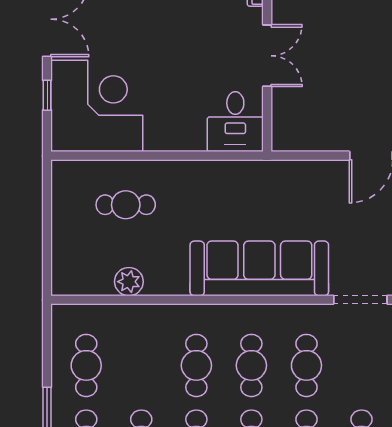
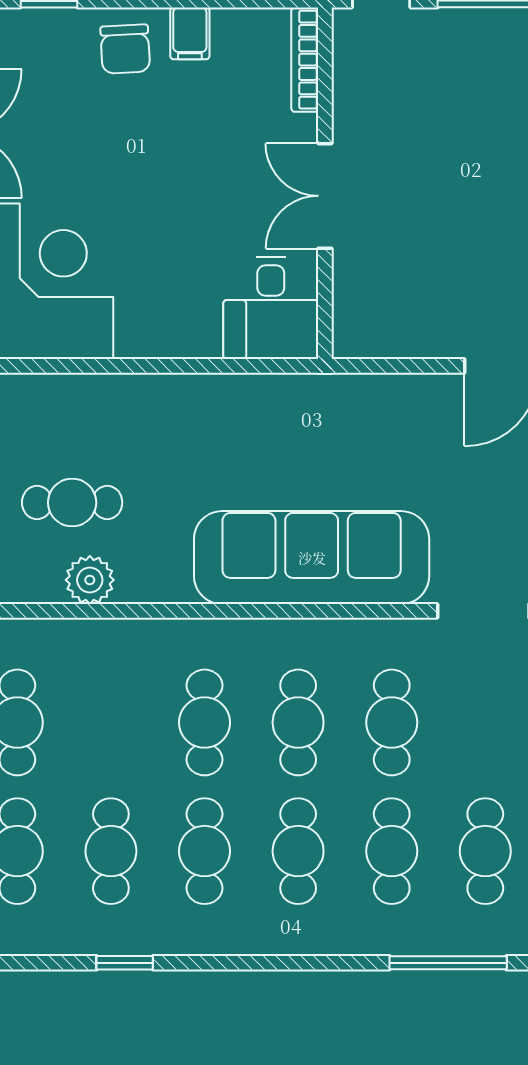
double door: (267, 56) -> (325, 196), swing flipped
cafe table: (126, 205) -> (72, 503), moved

